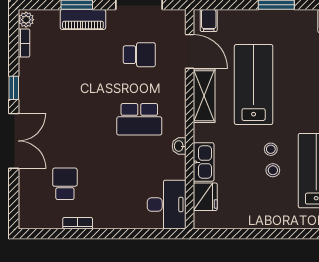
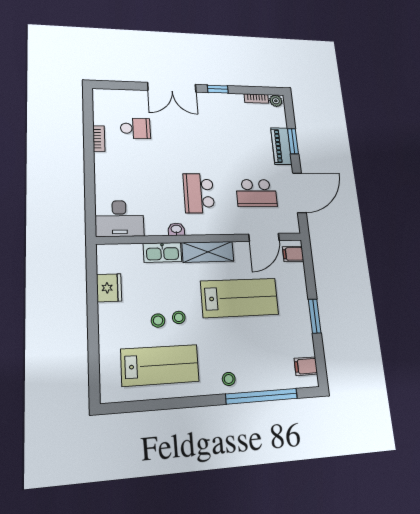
school desk: (139, 55) -> (256, 193), width x1.85
shelving: (204, 96) -> (208, 252), moved
fridge: (205, 197) -> (109, 288), moved, turned -90

